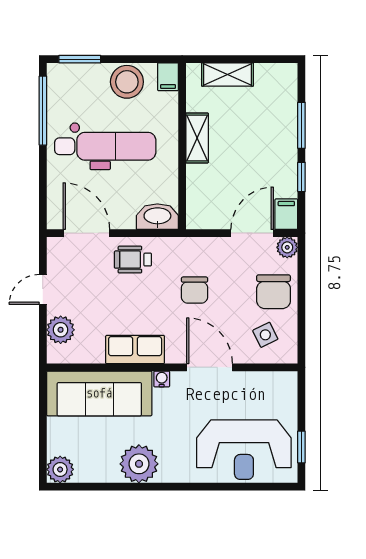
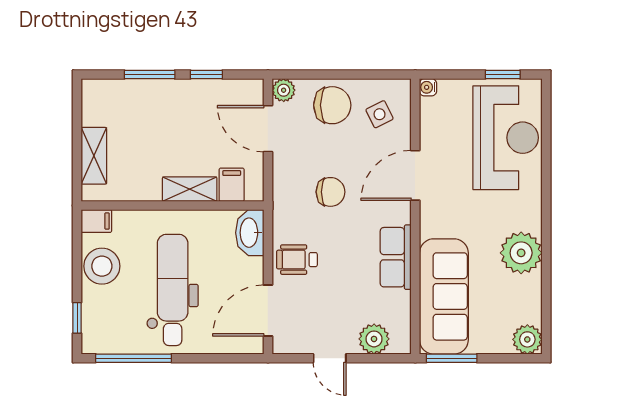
window: (80, 59) -> (77, 318), width x0.67
shelving: (197, 138) -> (190, 189), moved
filing cabinet: (286, 214) -> (232, 185), moved, turned 90
wheelchair: (133, 260) -> (297, 260), turned 90
water cooler: (162, 379) -> (428, 87), moved
window: (43, 400) -> (452, 358), added

